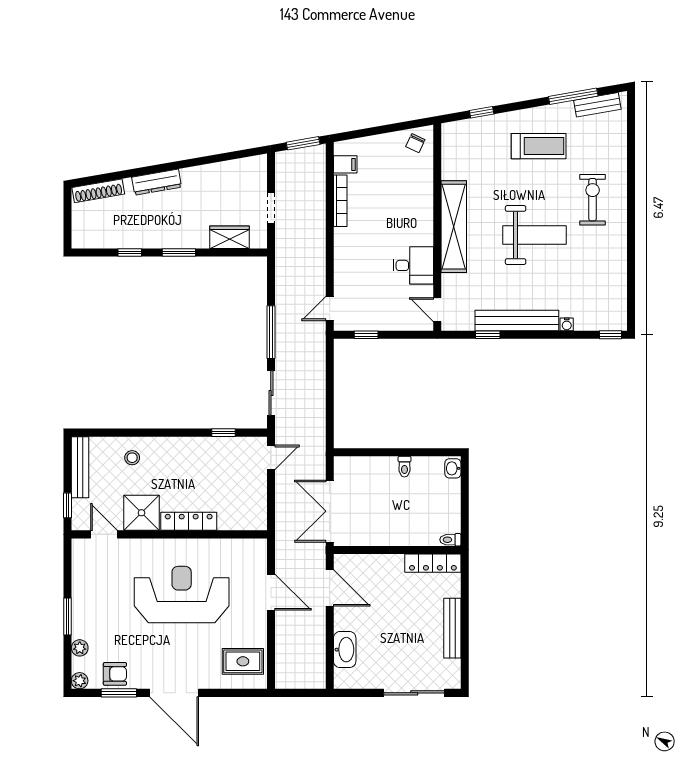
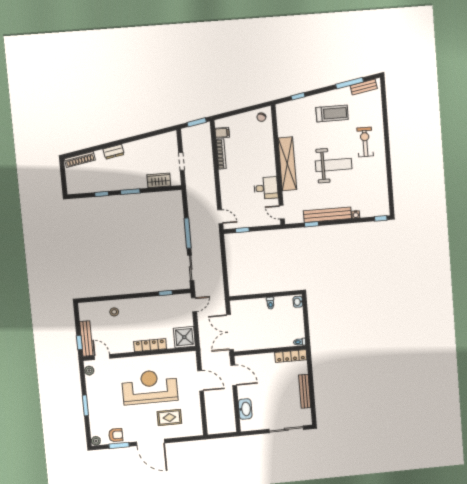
dresser: (157, 182) -> (114, 152), width x0.70
door: (330, 309) -> (220, 217), swing flipped
bench: (80, 467) -> (86, 339), moved
shower: (141, 513) -> (184, 337), moved
plant: (80, 648) -> (89, 371), moved
rug: (243, 661) -> (169, 418), moved

